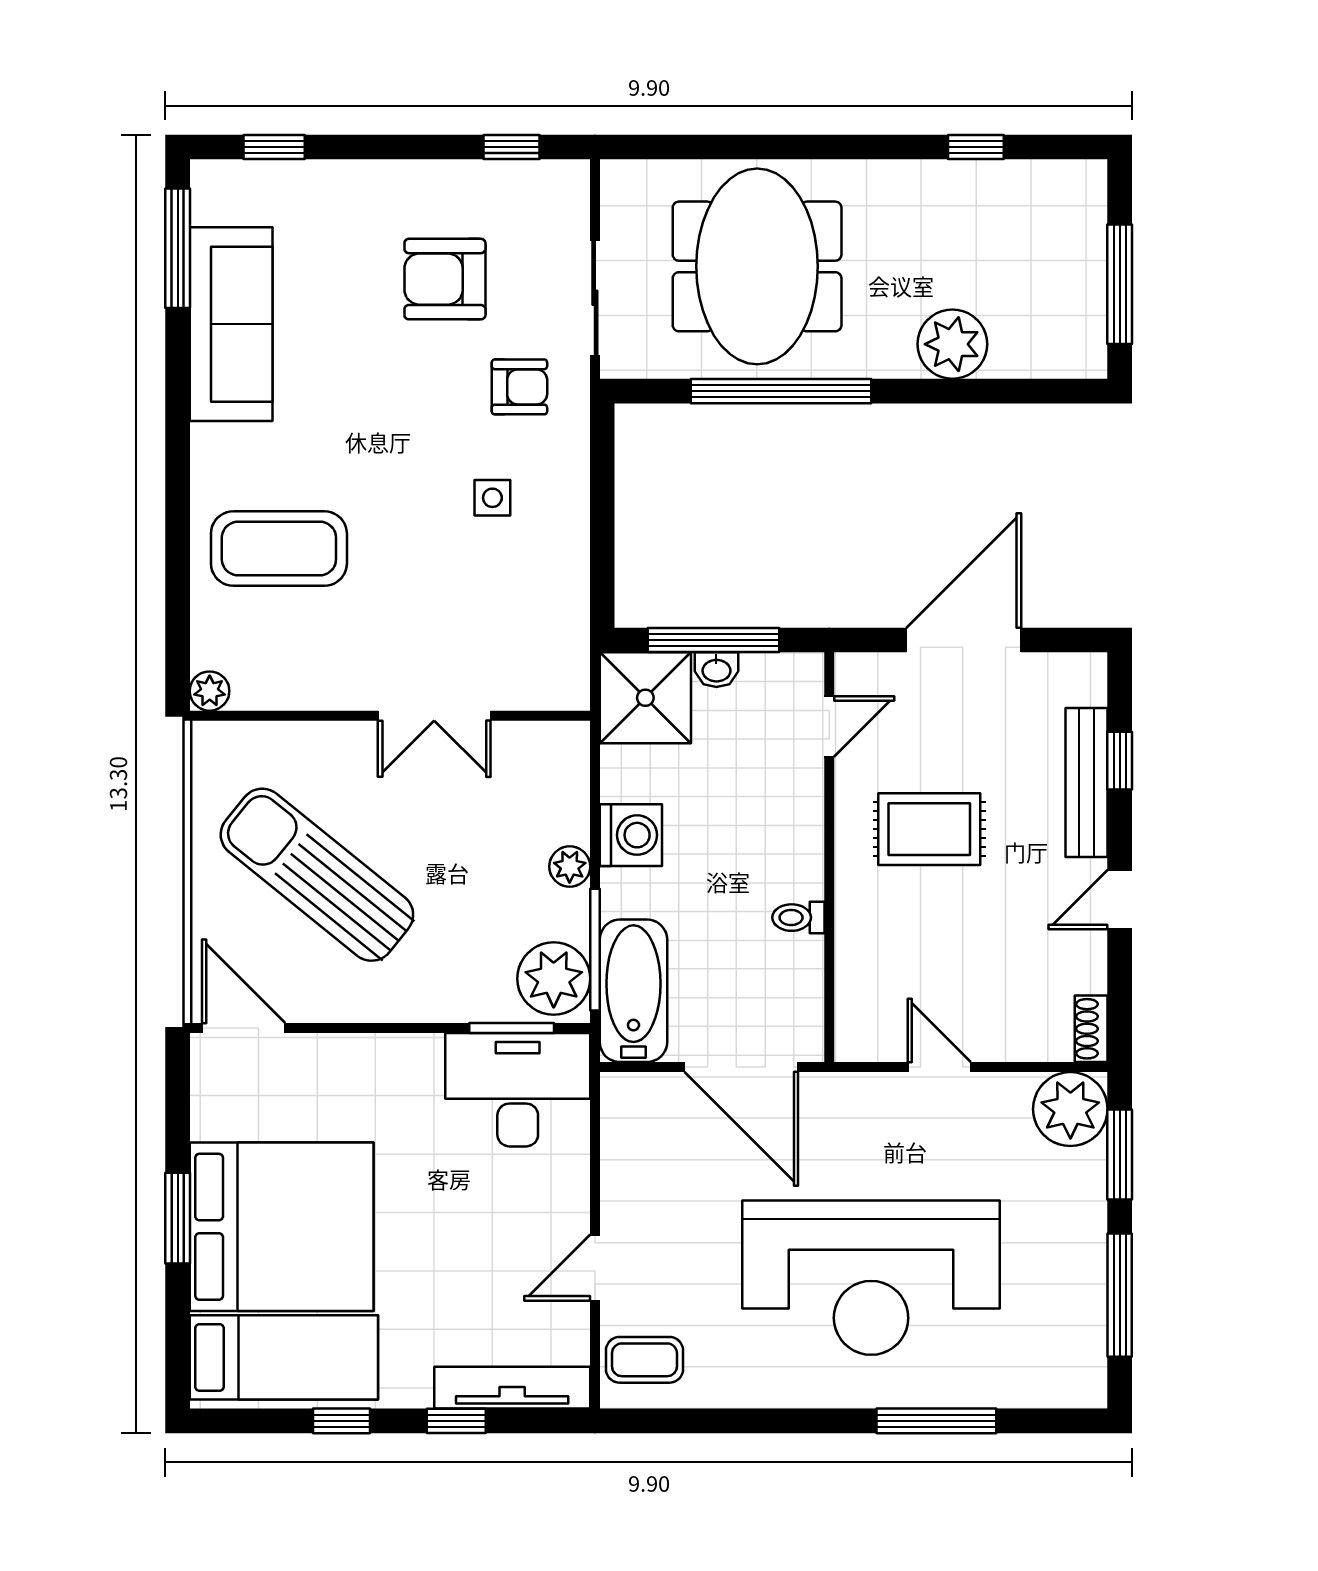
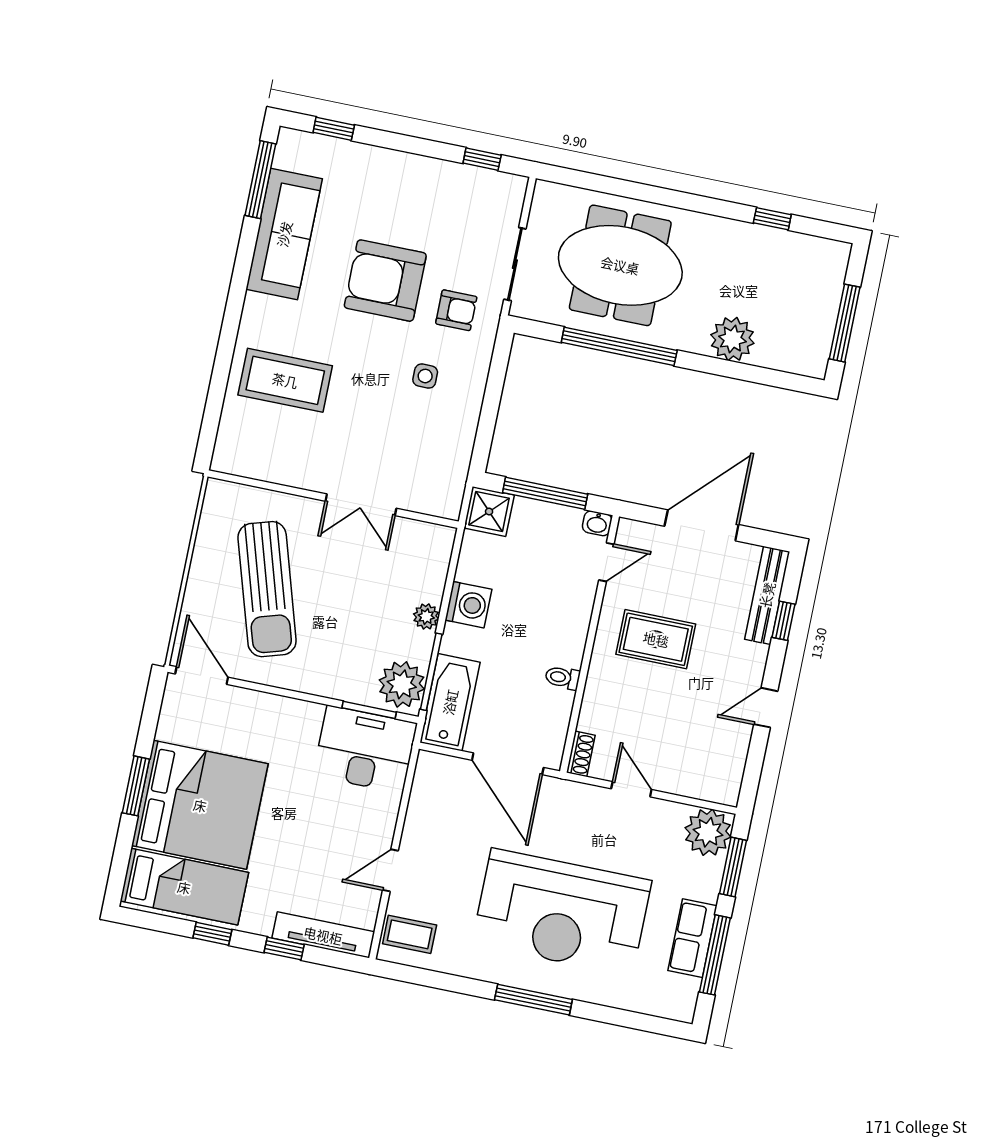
meeting table: (757, 266) -> (620, 265), turned 90
armchair: (445, 279) -> (385, 281), moved, width x1.36, depth x1.36
washbasin: (716, 670) -> (597, 523), moved
plant: (210, 691) -> (224, 461), removed
shower: (645, 698) -> (489, 512), width x0.73, depth x0.73
bench: (1087, 783) -> (767, 595), moved
sun lounger: (317, 875) -> (267, 589), turned -146
shoe rack: (1091, 1029) -> (581, 754), moved, turned 180
row of seats: (1080, 1276) -> (692, 938), added
window: (936, 1421) -> (533, 1000), moved

